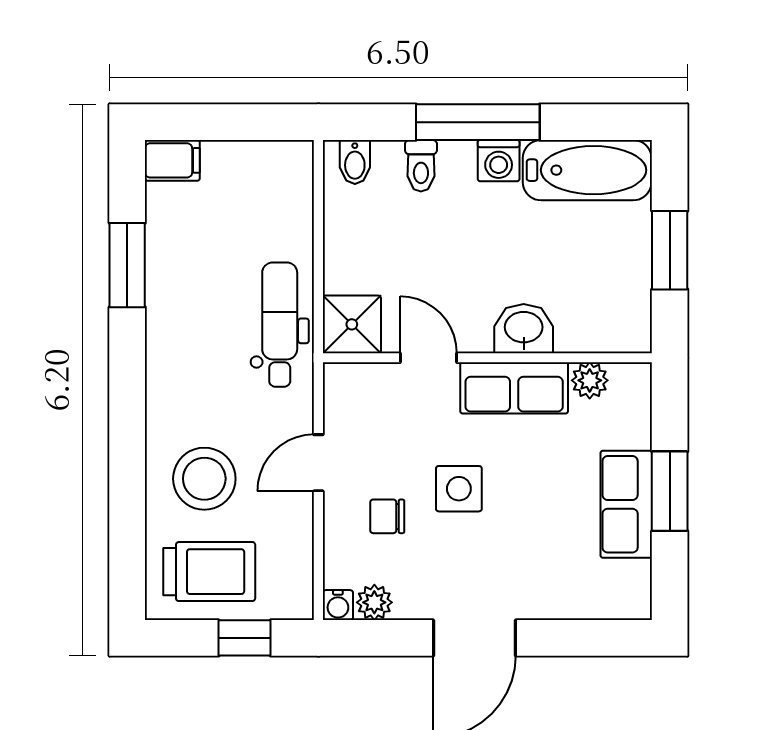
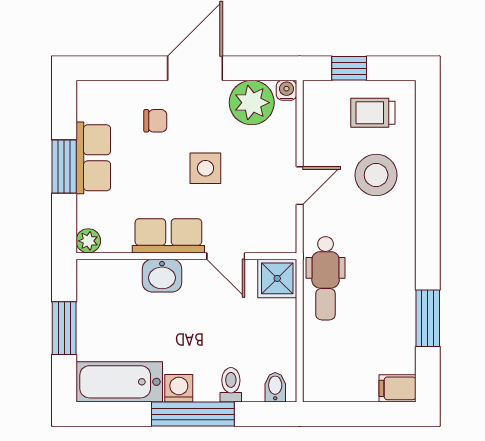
plant: (590, 380) -> (88, 241), moved
chair: (387, 516) -> (155, 121), moved
trolley: (209, 572) -> (373, 113), width x0.73, depth x0.72
plant: (374, 602) -> (252, 103), width x1.88, depth x1.88

